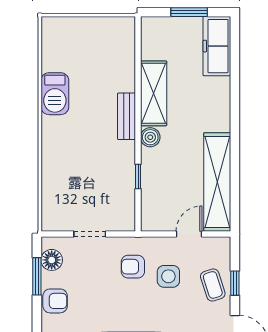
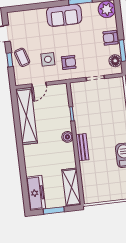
shelving: (154, 93) -> (71, 187), moved

